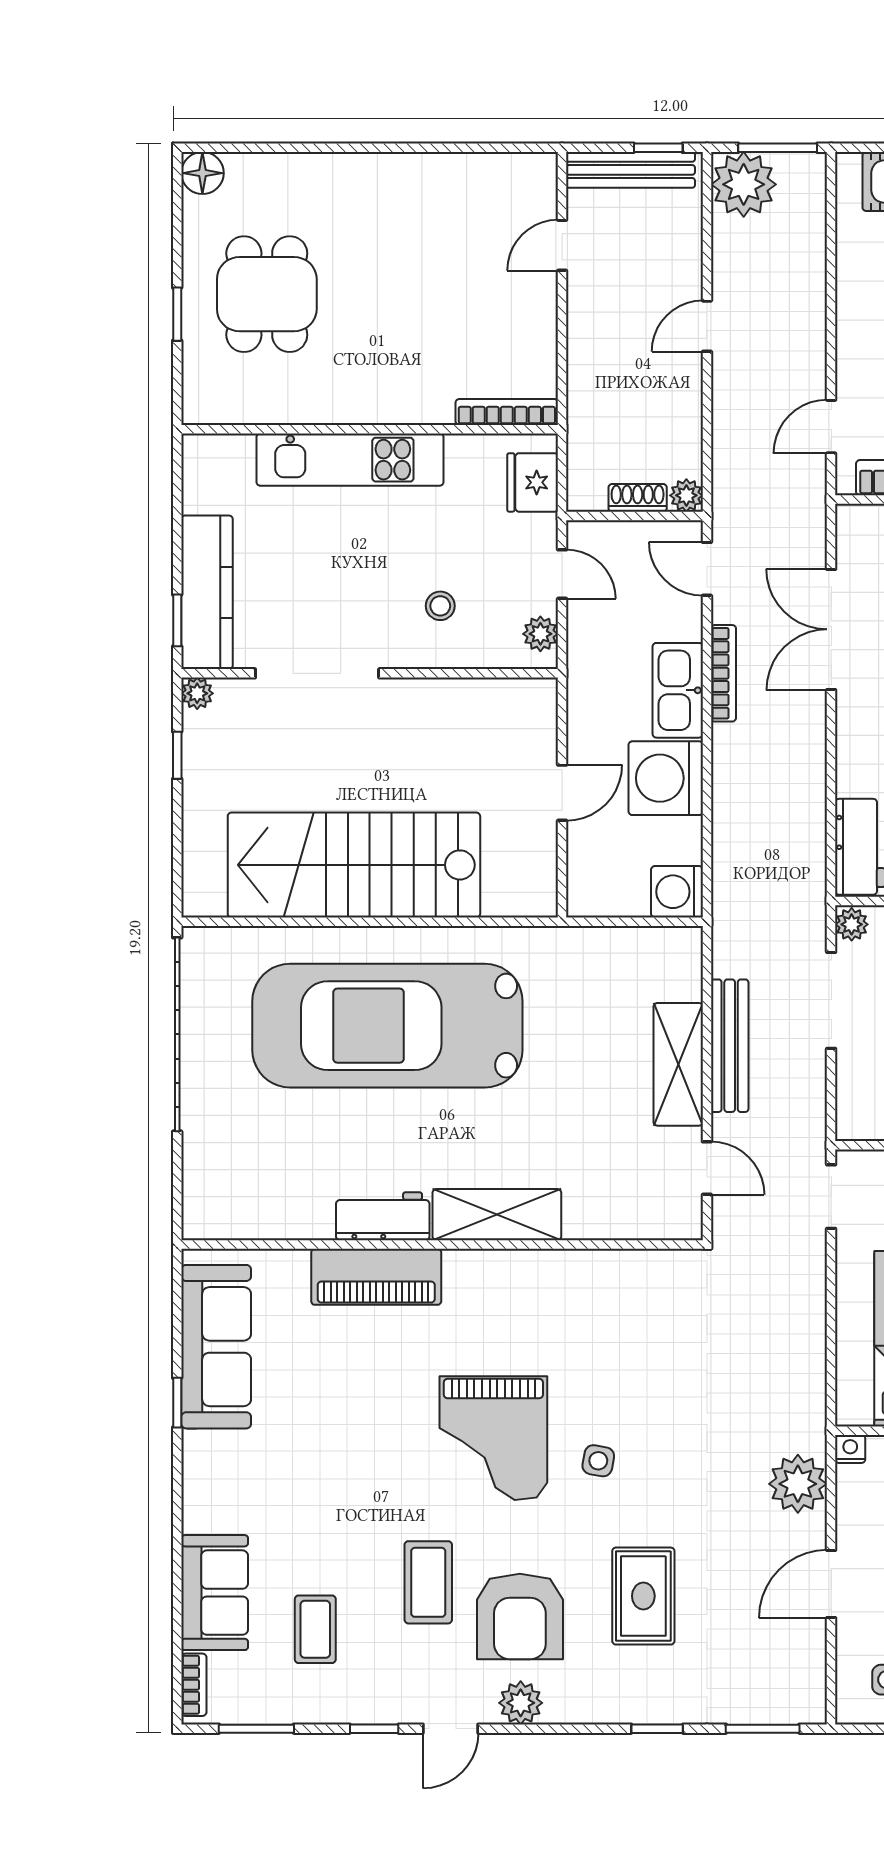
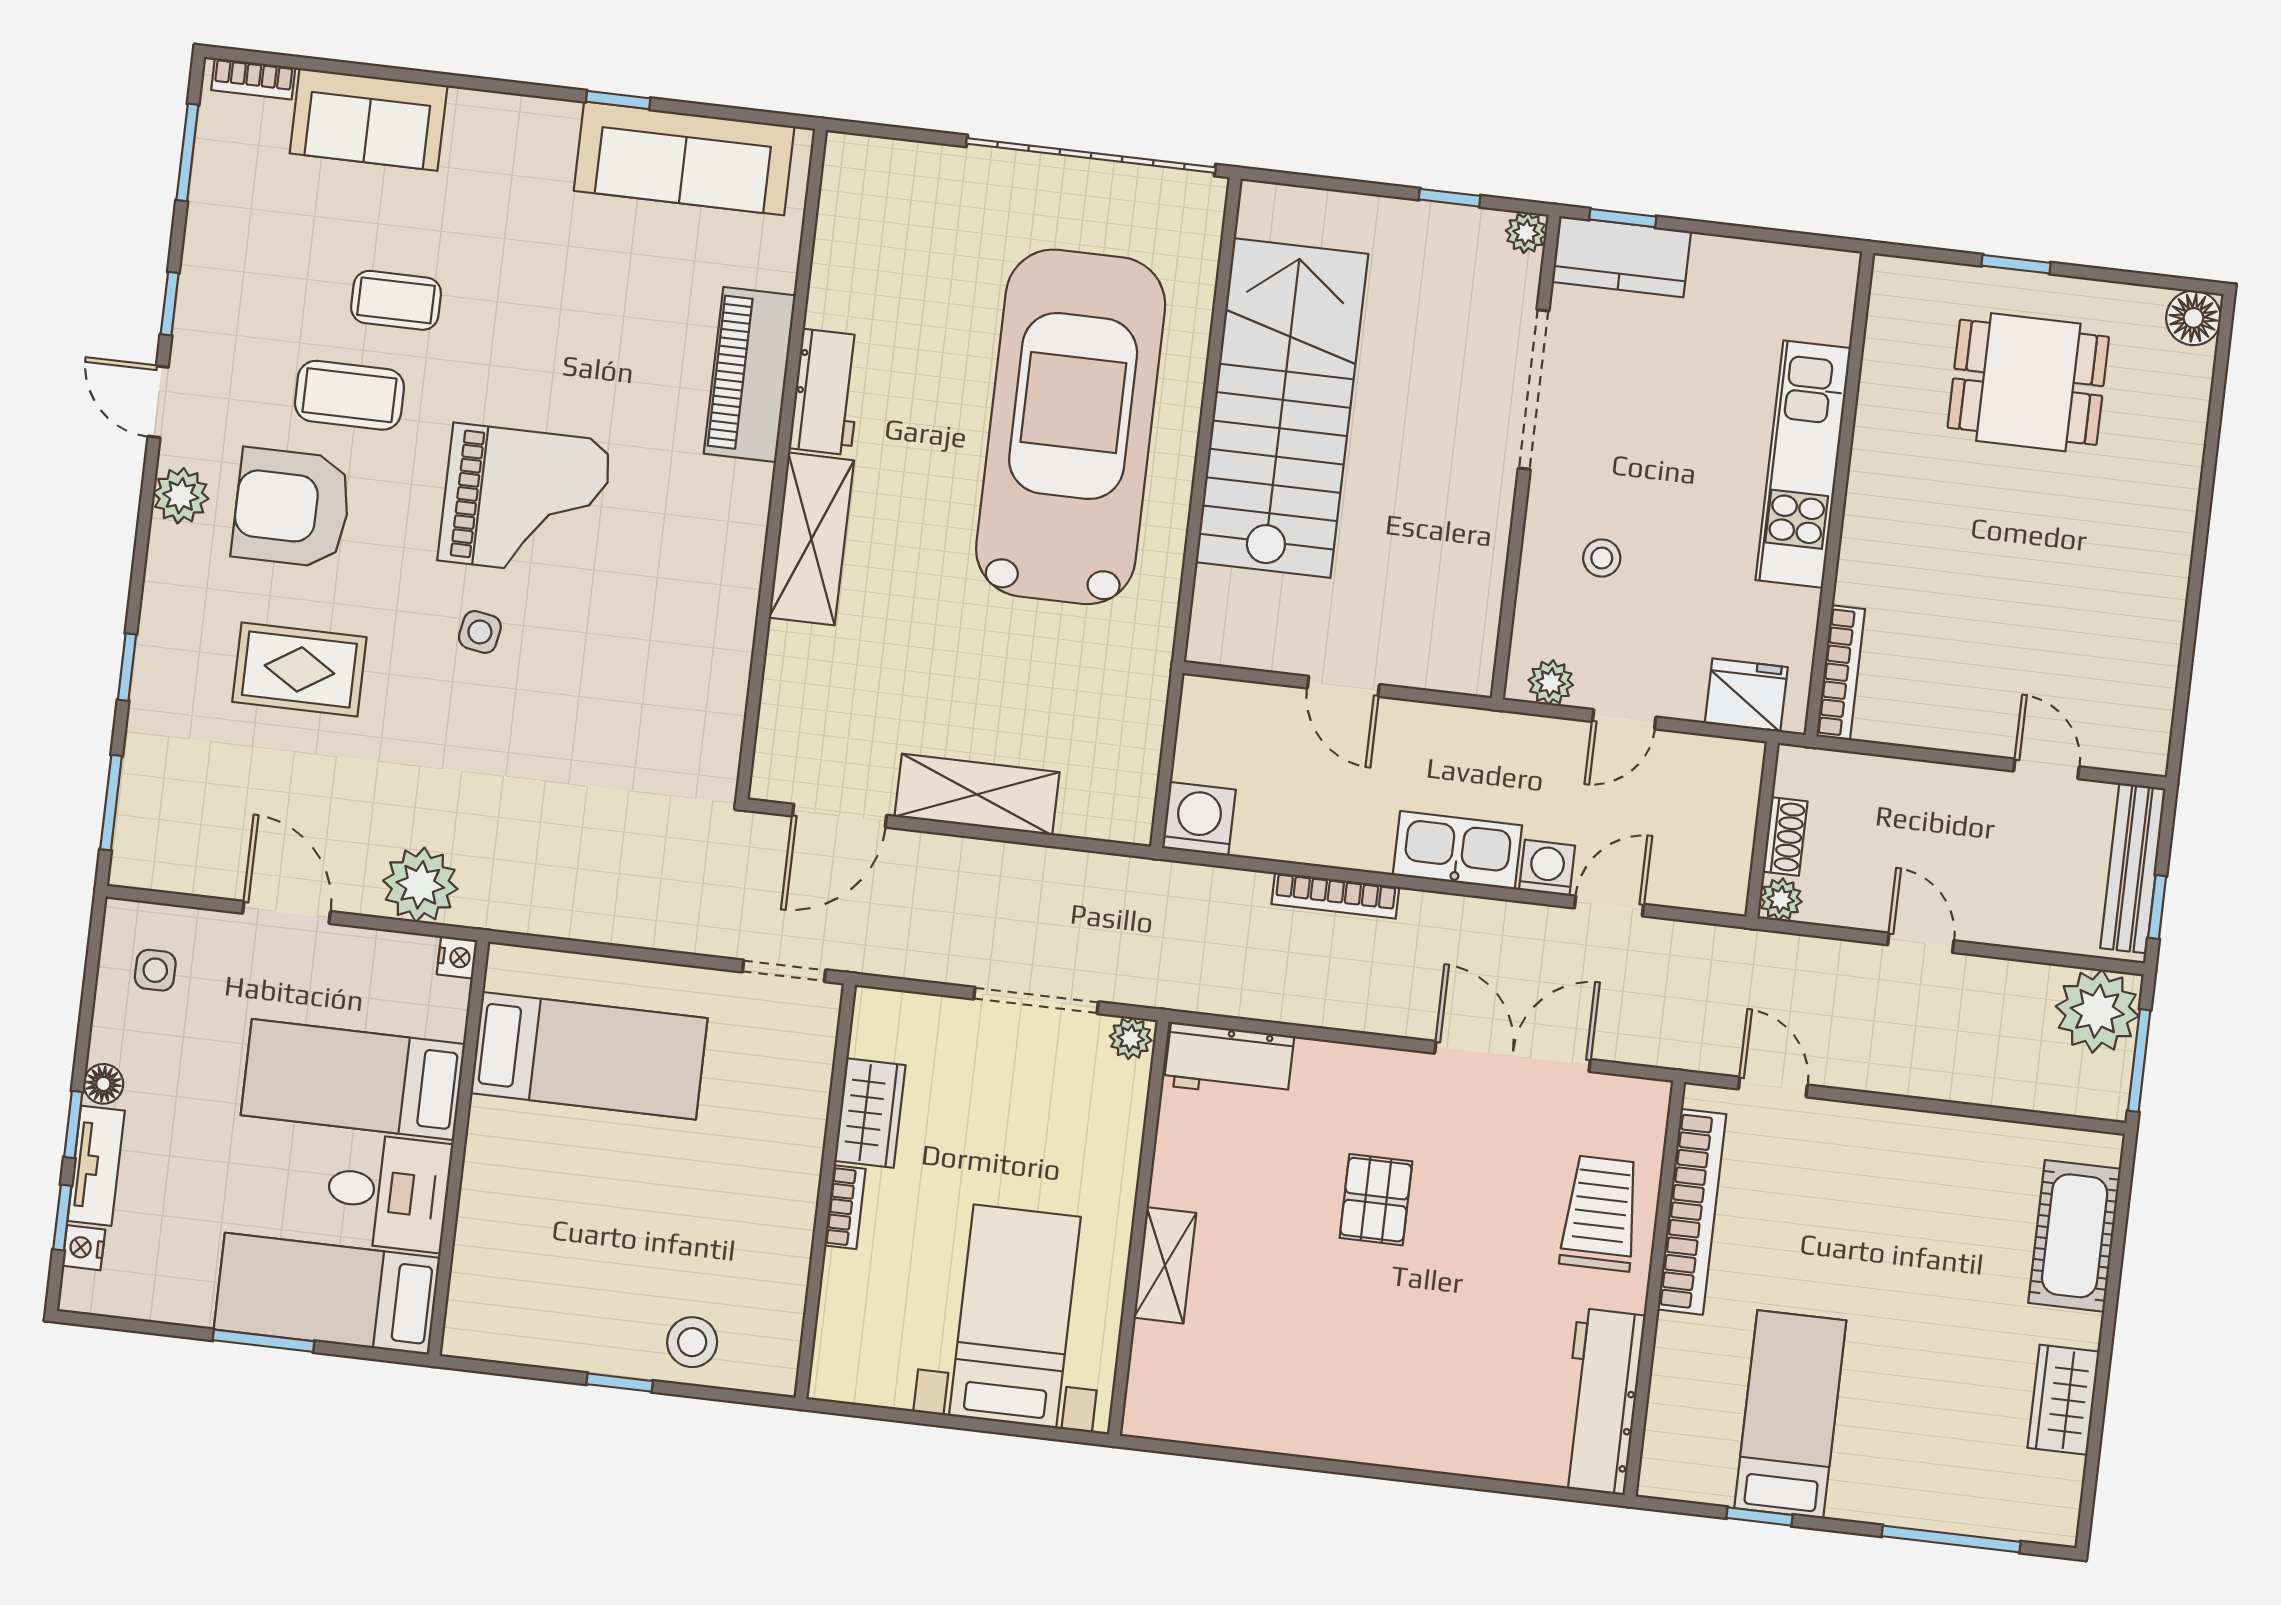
plant: (686, 495) -> (1781, 899), moved
shoe rack: (638, 498) -> (1785, 836), moved
wall: (635, 516) -> (1762, 830), moved
kitchen counter: (207, 592) -> (1621, 257), width x0.67
bookcase: (723, 673) -> (1335, 895), moved
washing machine: (666, 778) -> (1547, 868), moved, width x0.53, depth x0.53
bench: (730, 1046) -> (993, 863), removed
door: (707, 1168) -> (839, 816), width x1.38
grand piano: (493, 1438) -> (525, 501), turned 180
coffee table: (315, 1629) -> (396, 300), moved

